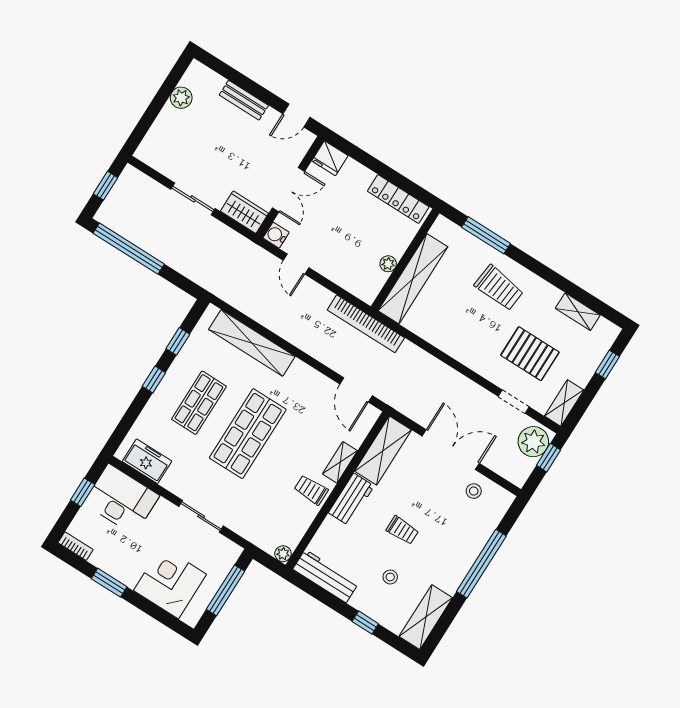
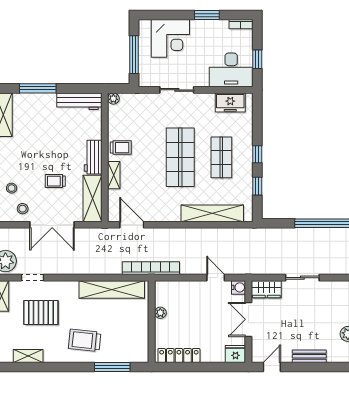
shelving: (413, 279) -> (112, 289), moved, turned 90
trolley: (402, 530) -> (55, 181), moved
stool: (390, 577) -> (12, 188), moved
window: (365, 623) -> (38, 88), width x2.17

